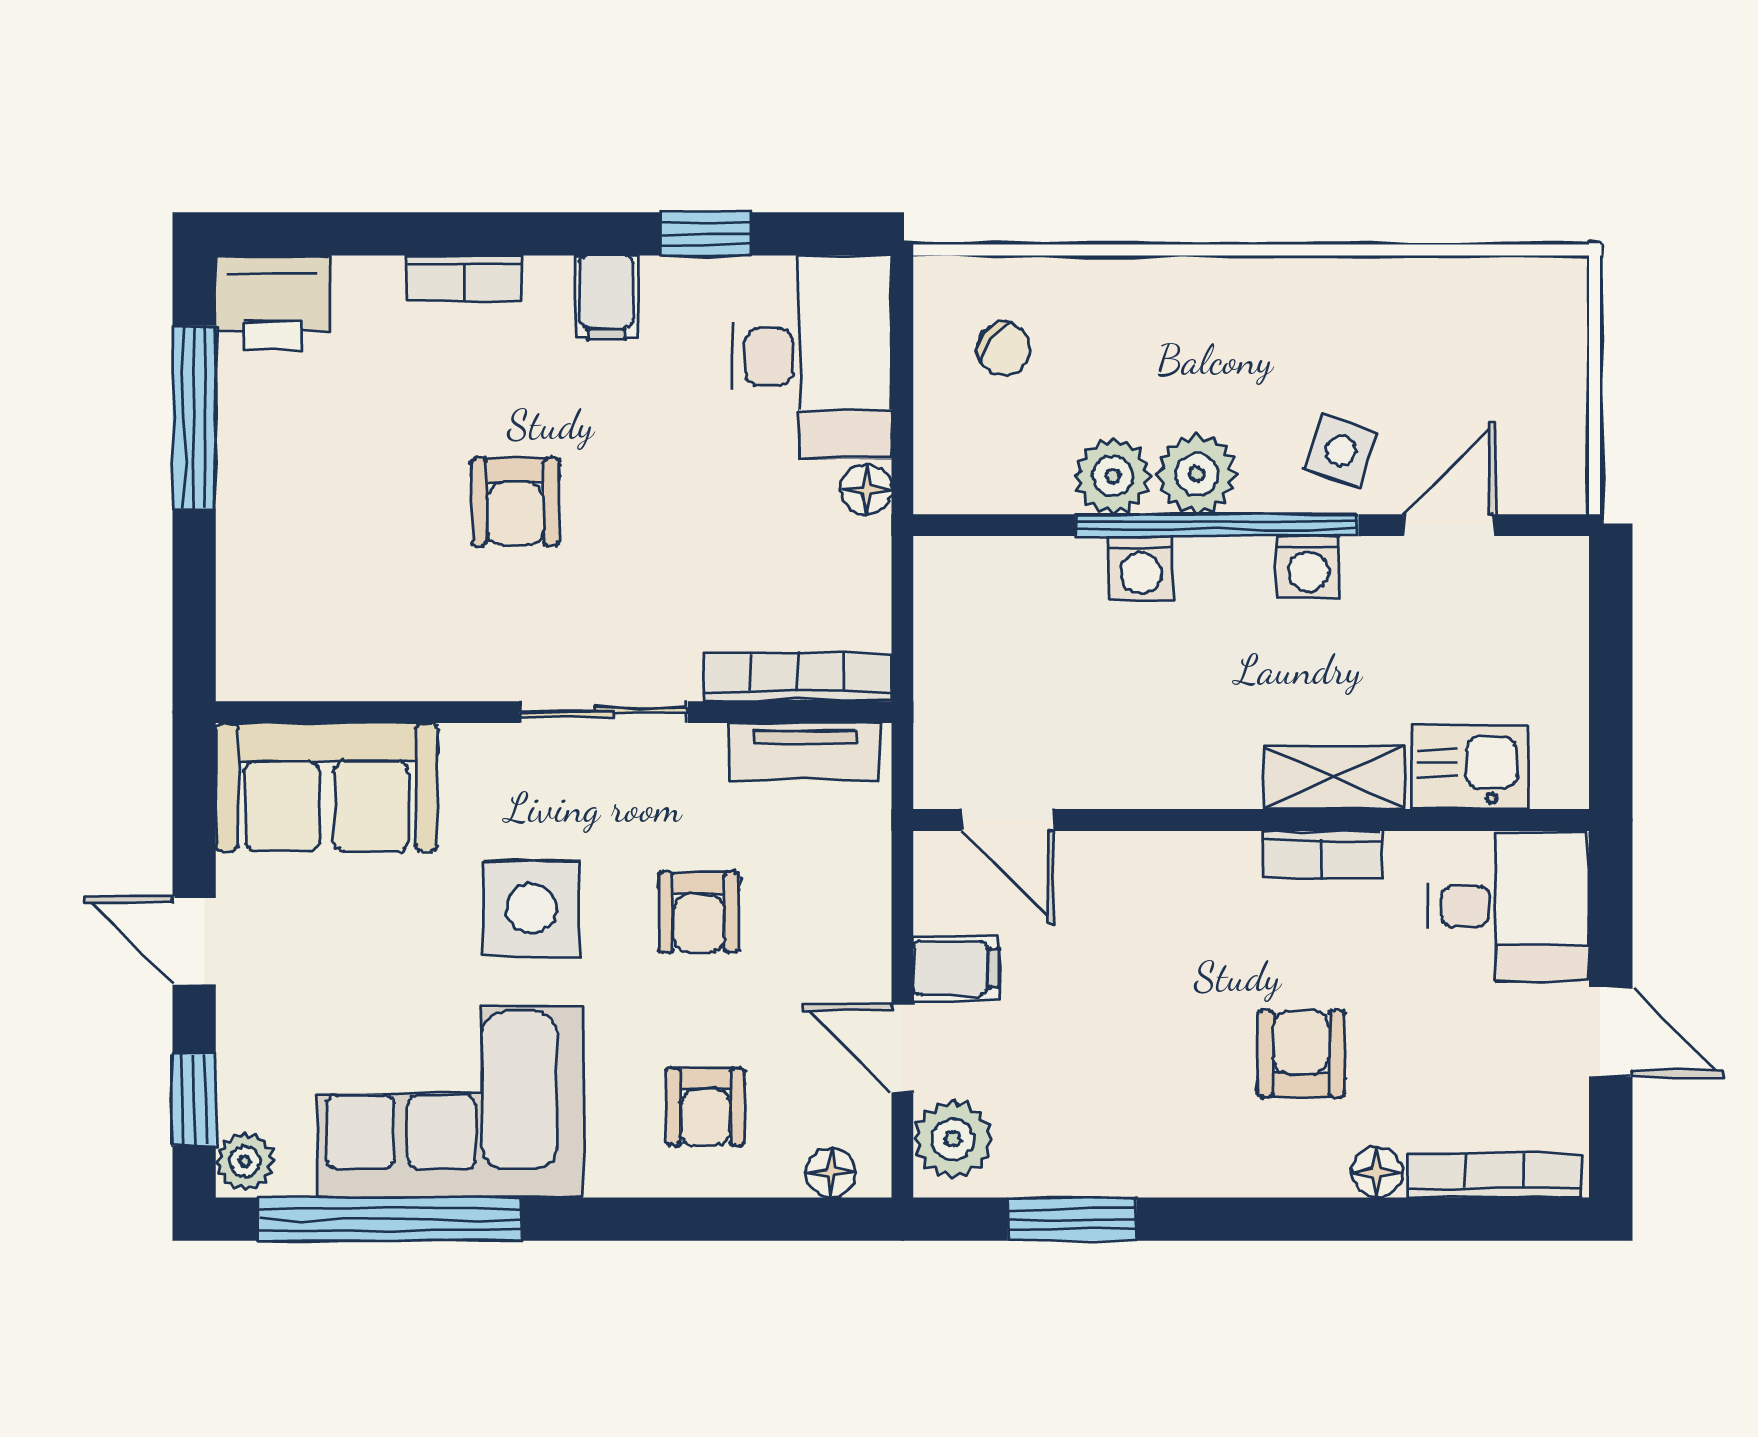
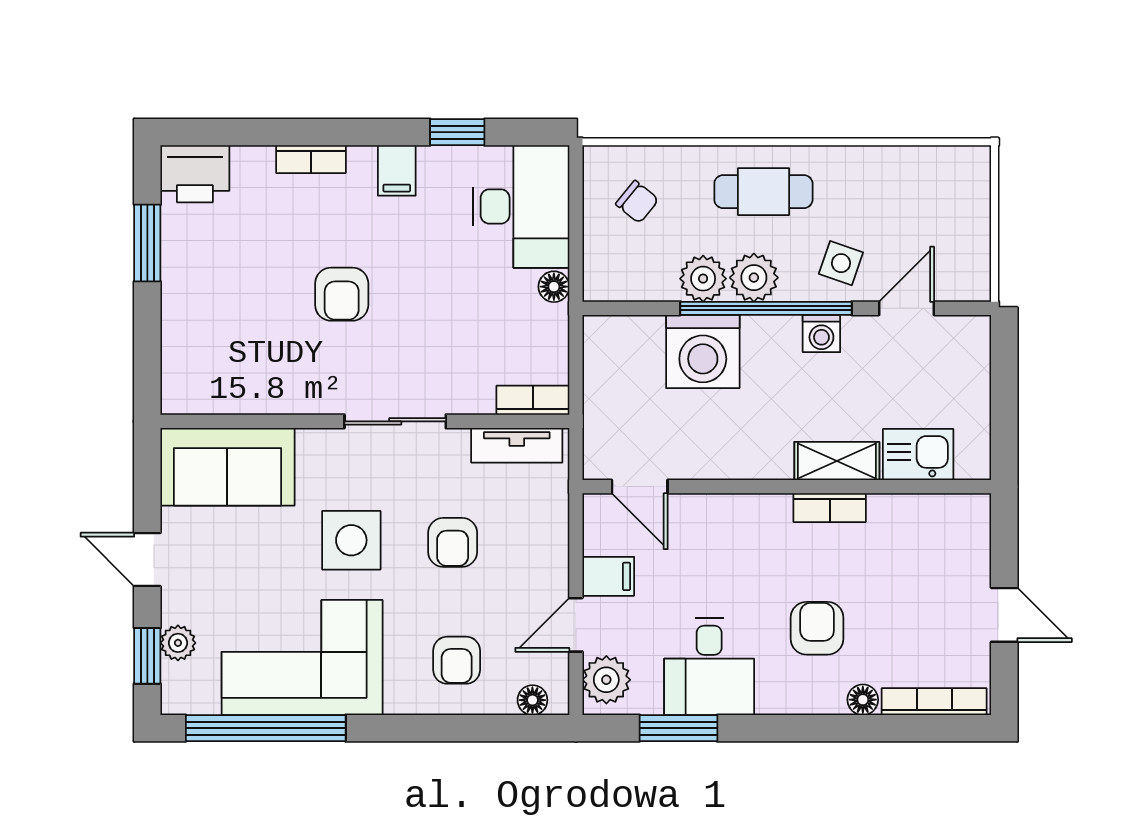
cafe table: (1213, 332) -> (763, 192), added
window: (194, 417) -> (147, 243), width x0.69
washing machine: (1141, 568) -> (703, 352), width x1.89, depth x1.89
bookcase: (797, 677) -> (533, 400), width x0.64
desk: (1509, 906) -> (709, 666), moved, turned 90
door: (902, 1048) -> (576, 625), hinge flipped
plant: (245, 1162) -> (178, 643), moved

